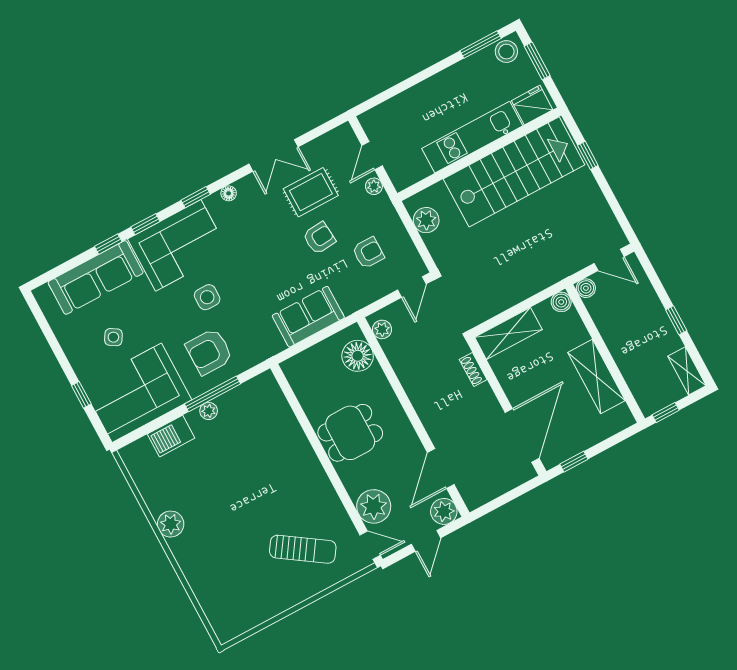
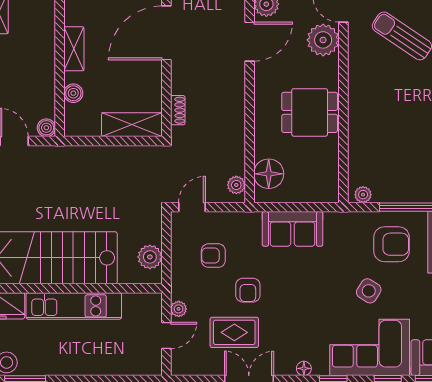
armchair: (319, 238) -> (248, 290), turned -85
side table: (207, 297) -> (369, 291), turned 32
boiler: (561, 302) -> (73, 93), moved
shelving: (597, 376) -> (74, 49), width x0.67, depth x0.75
plant: (209, 411) -> (363, 195), moved

